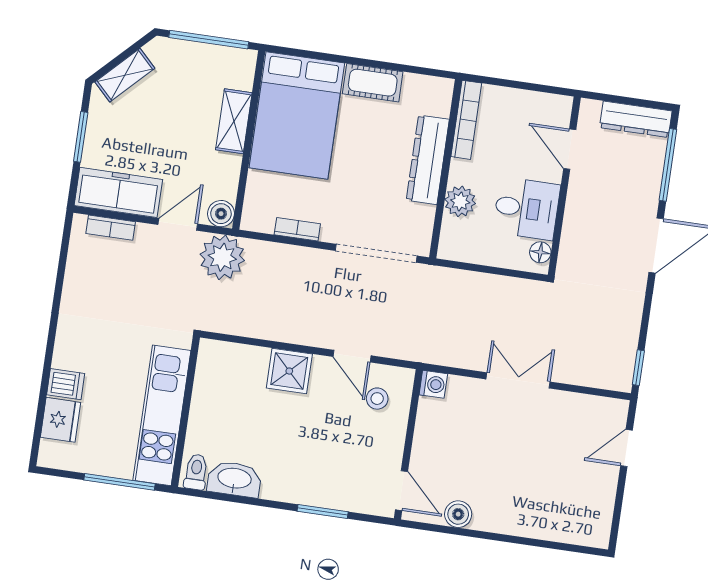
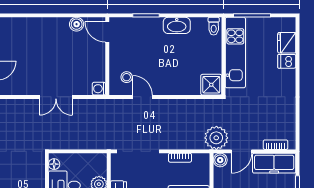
shower: (289, 371) -> (211, 85), moved
washbasin: (234, 479) -> (177, 25), moved

